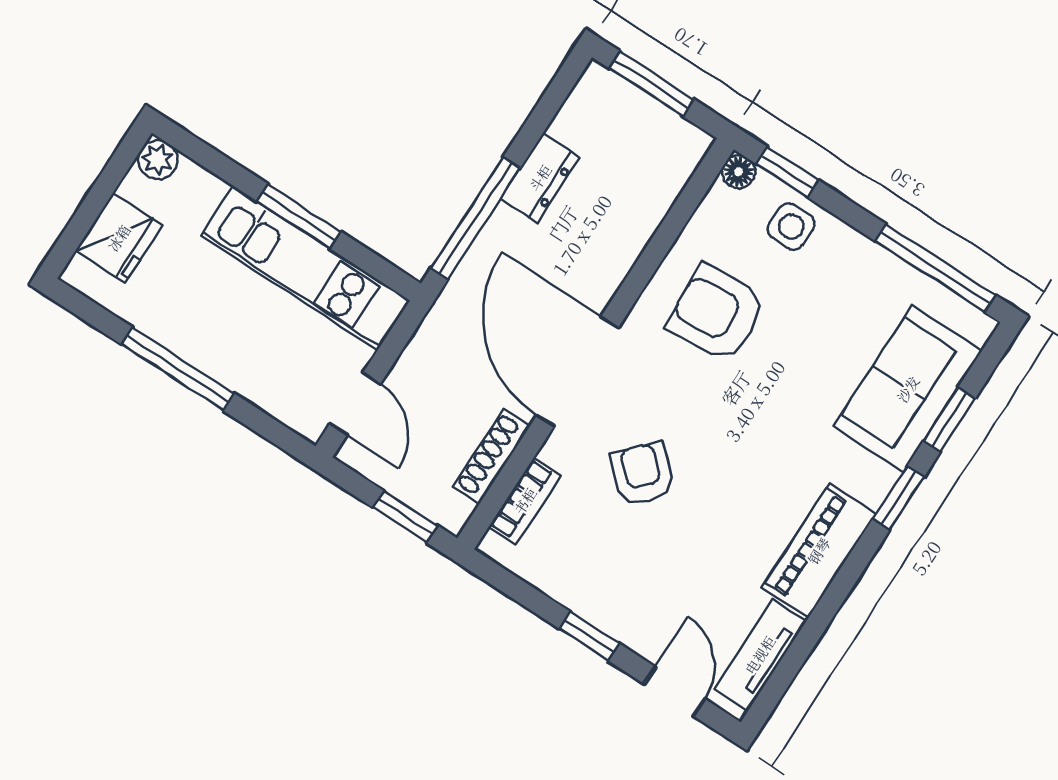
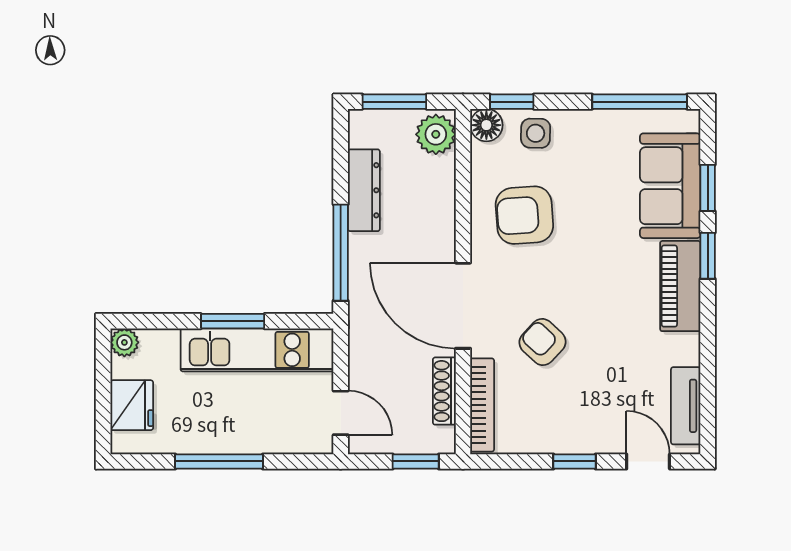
plant: (675, 153) -> (436, 134), added
floor lamp: (739, 172) -> (486, 125), width x1.37, depth x1.37
dresser: (540, 178) -> (364, 190), width x1.44
bookcase: (525, 501) -> (482, 405), width x1.56
piano: (819, 551) -> (680, 286), moved

